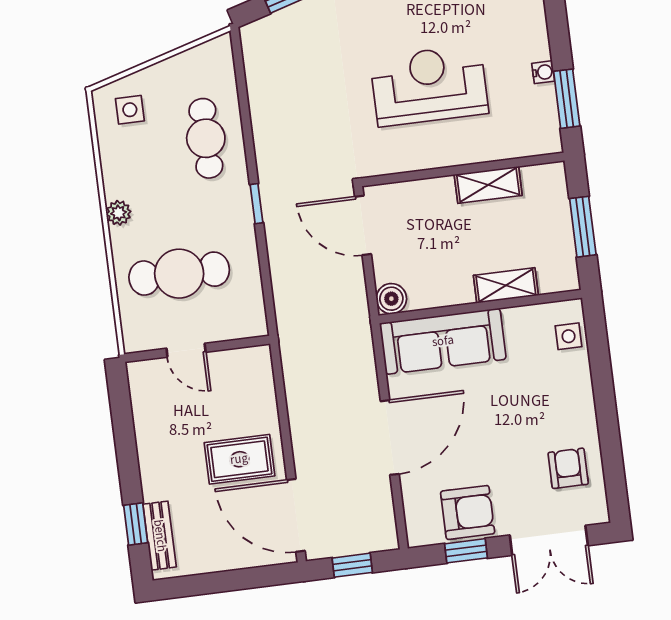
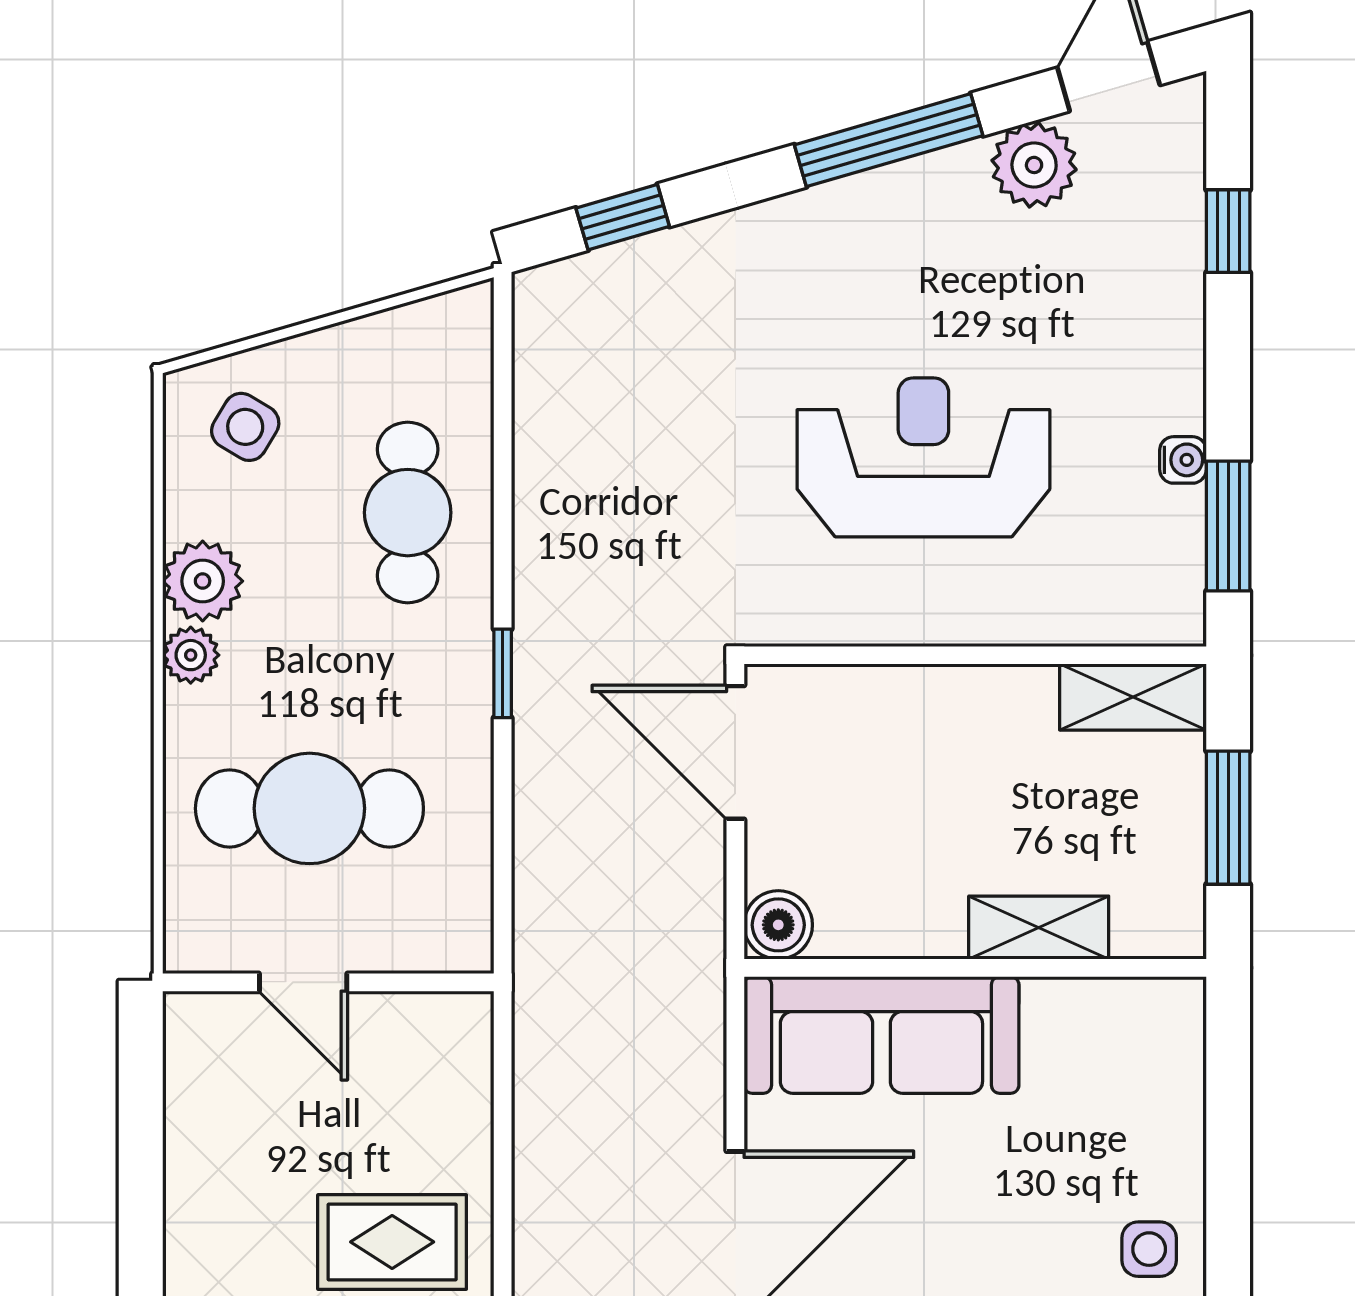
side table: (130, 110) -> (245, 427), turned 31
plant: (120, 180) -> (203, 581), added
shelving: (488, 185) -> (1133, 697), moved
side table: (569, 336) -> (1149, 1249), moved

